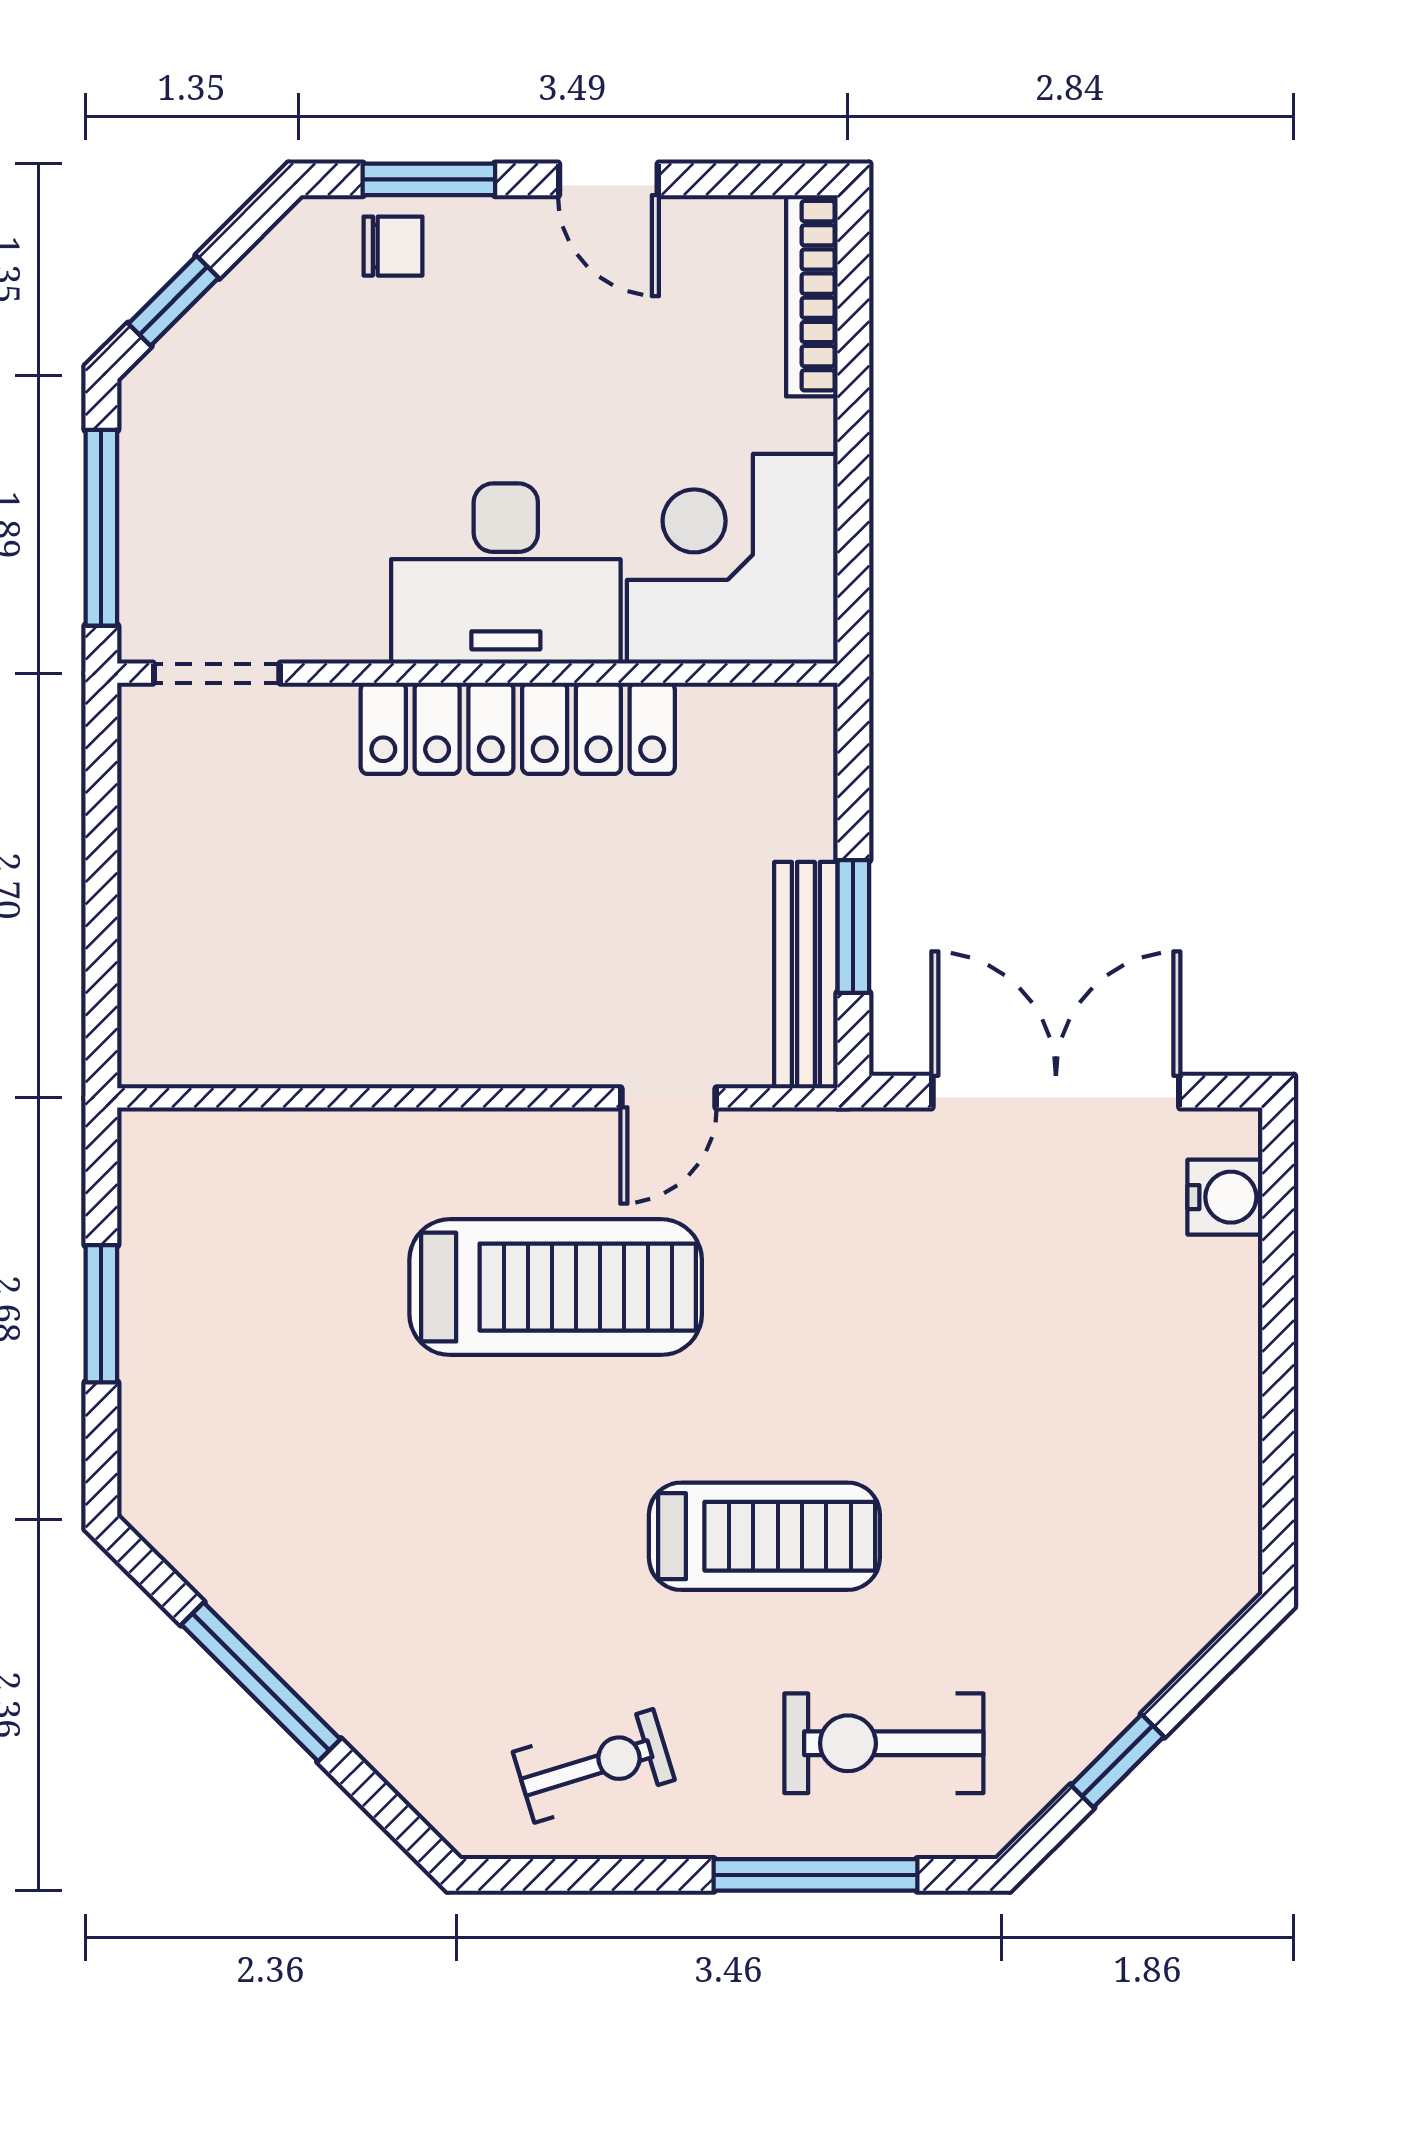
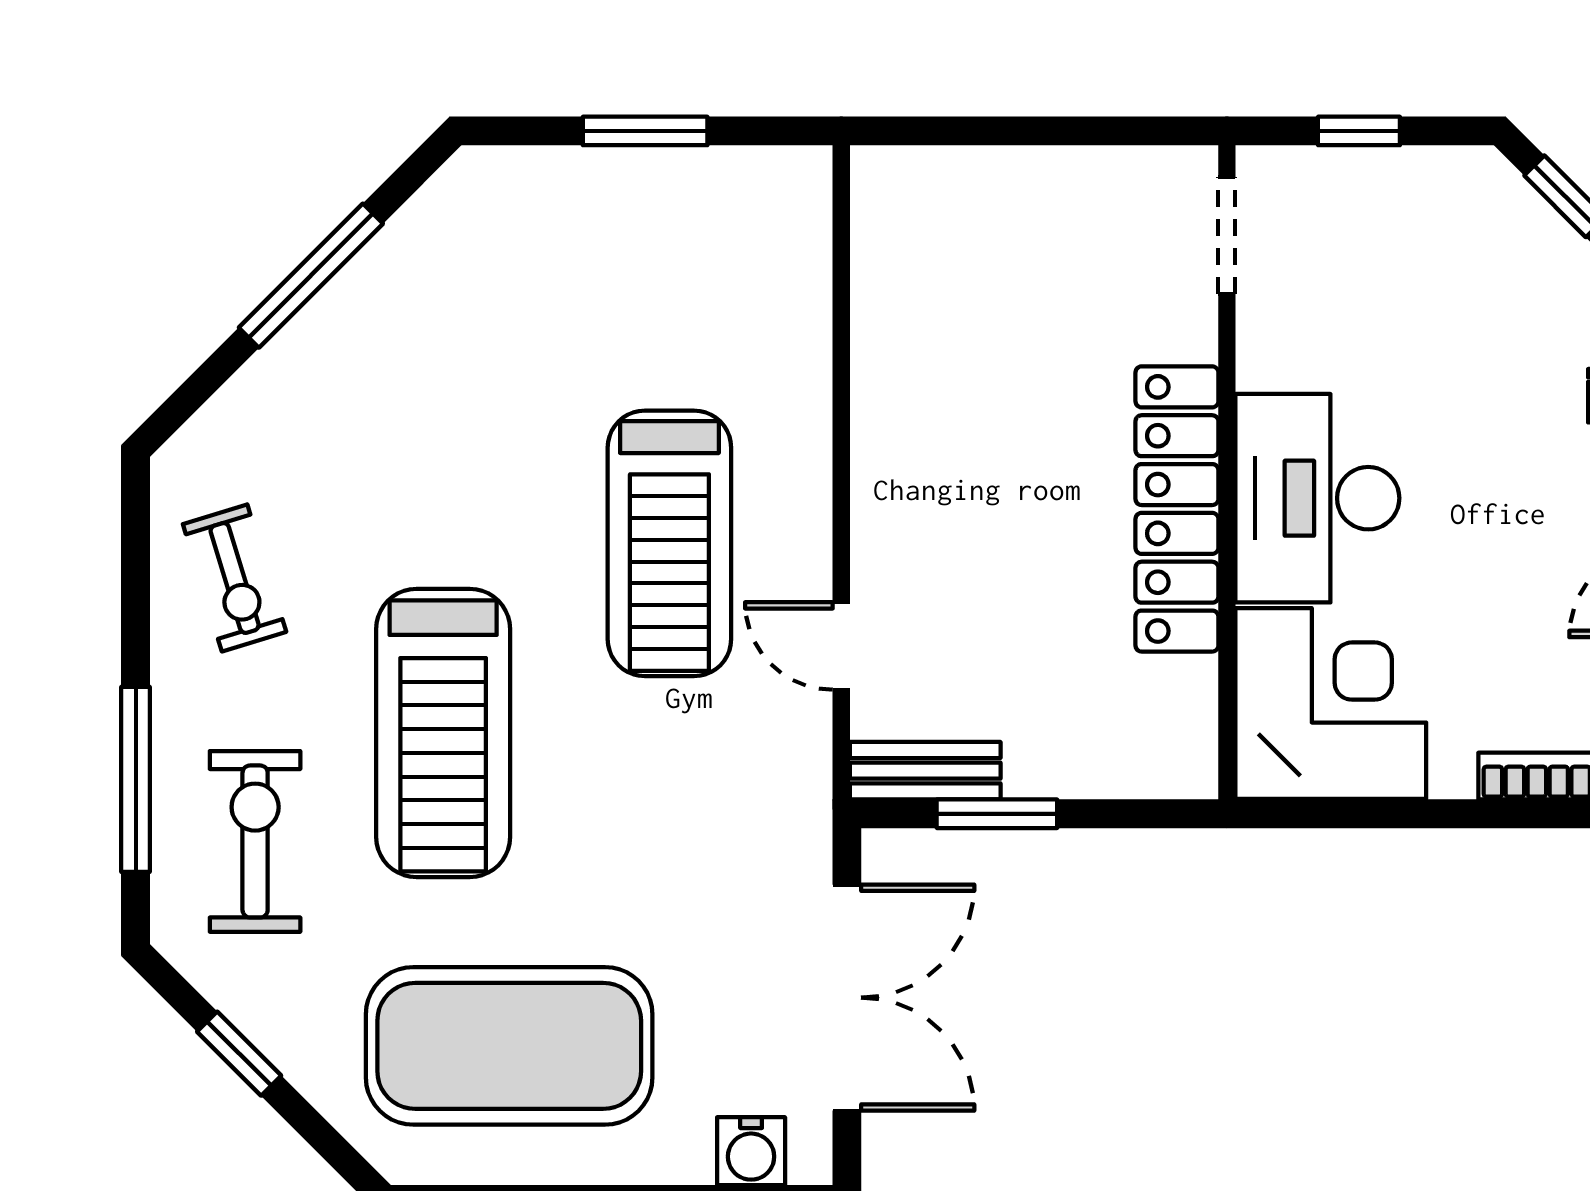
window: (101, 528) -> (1359, 131), width x0.46
bench: (806, 975) -> (925, 771), width x0.73
exercise mat: (1109, 1463) -> (509, 1046), added
treadmill: (764, 1536) -> (443, 733), width x1.37, depth x1.38

